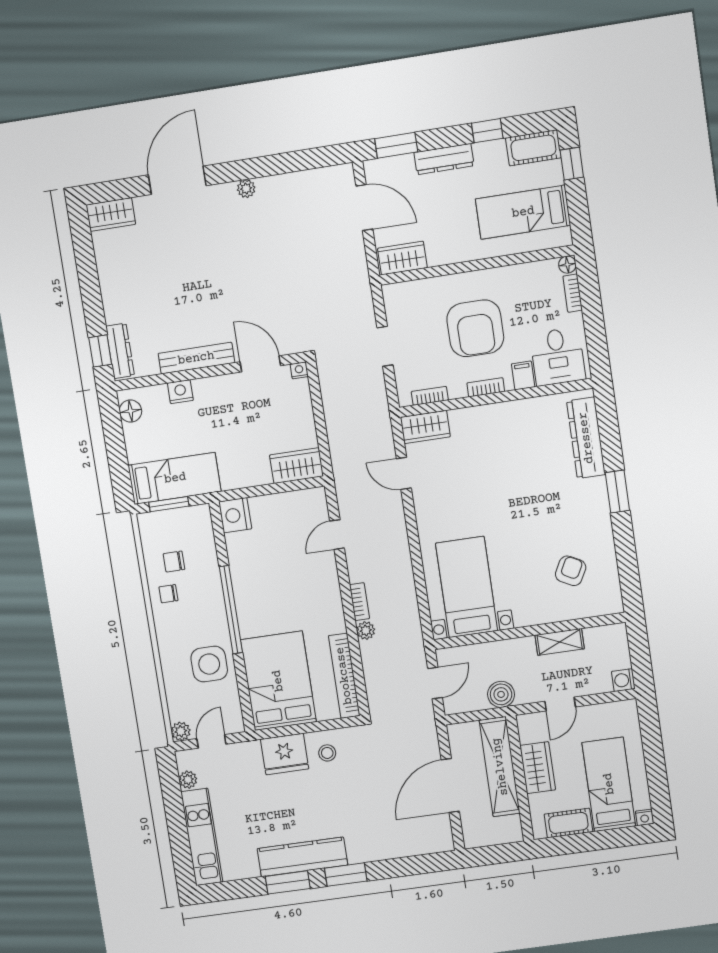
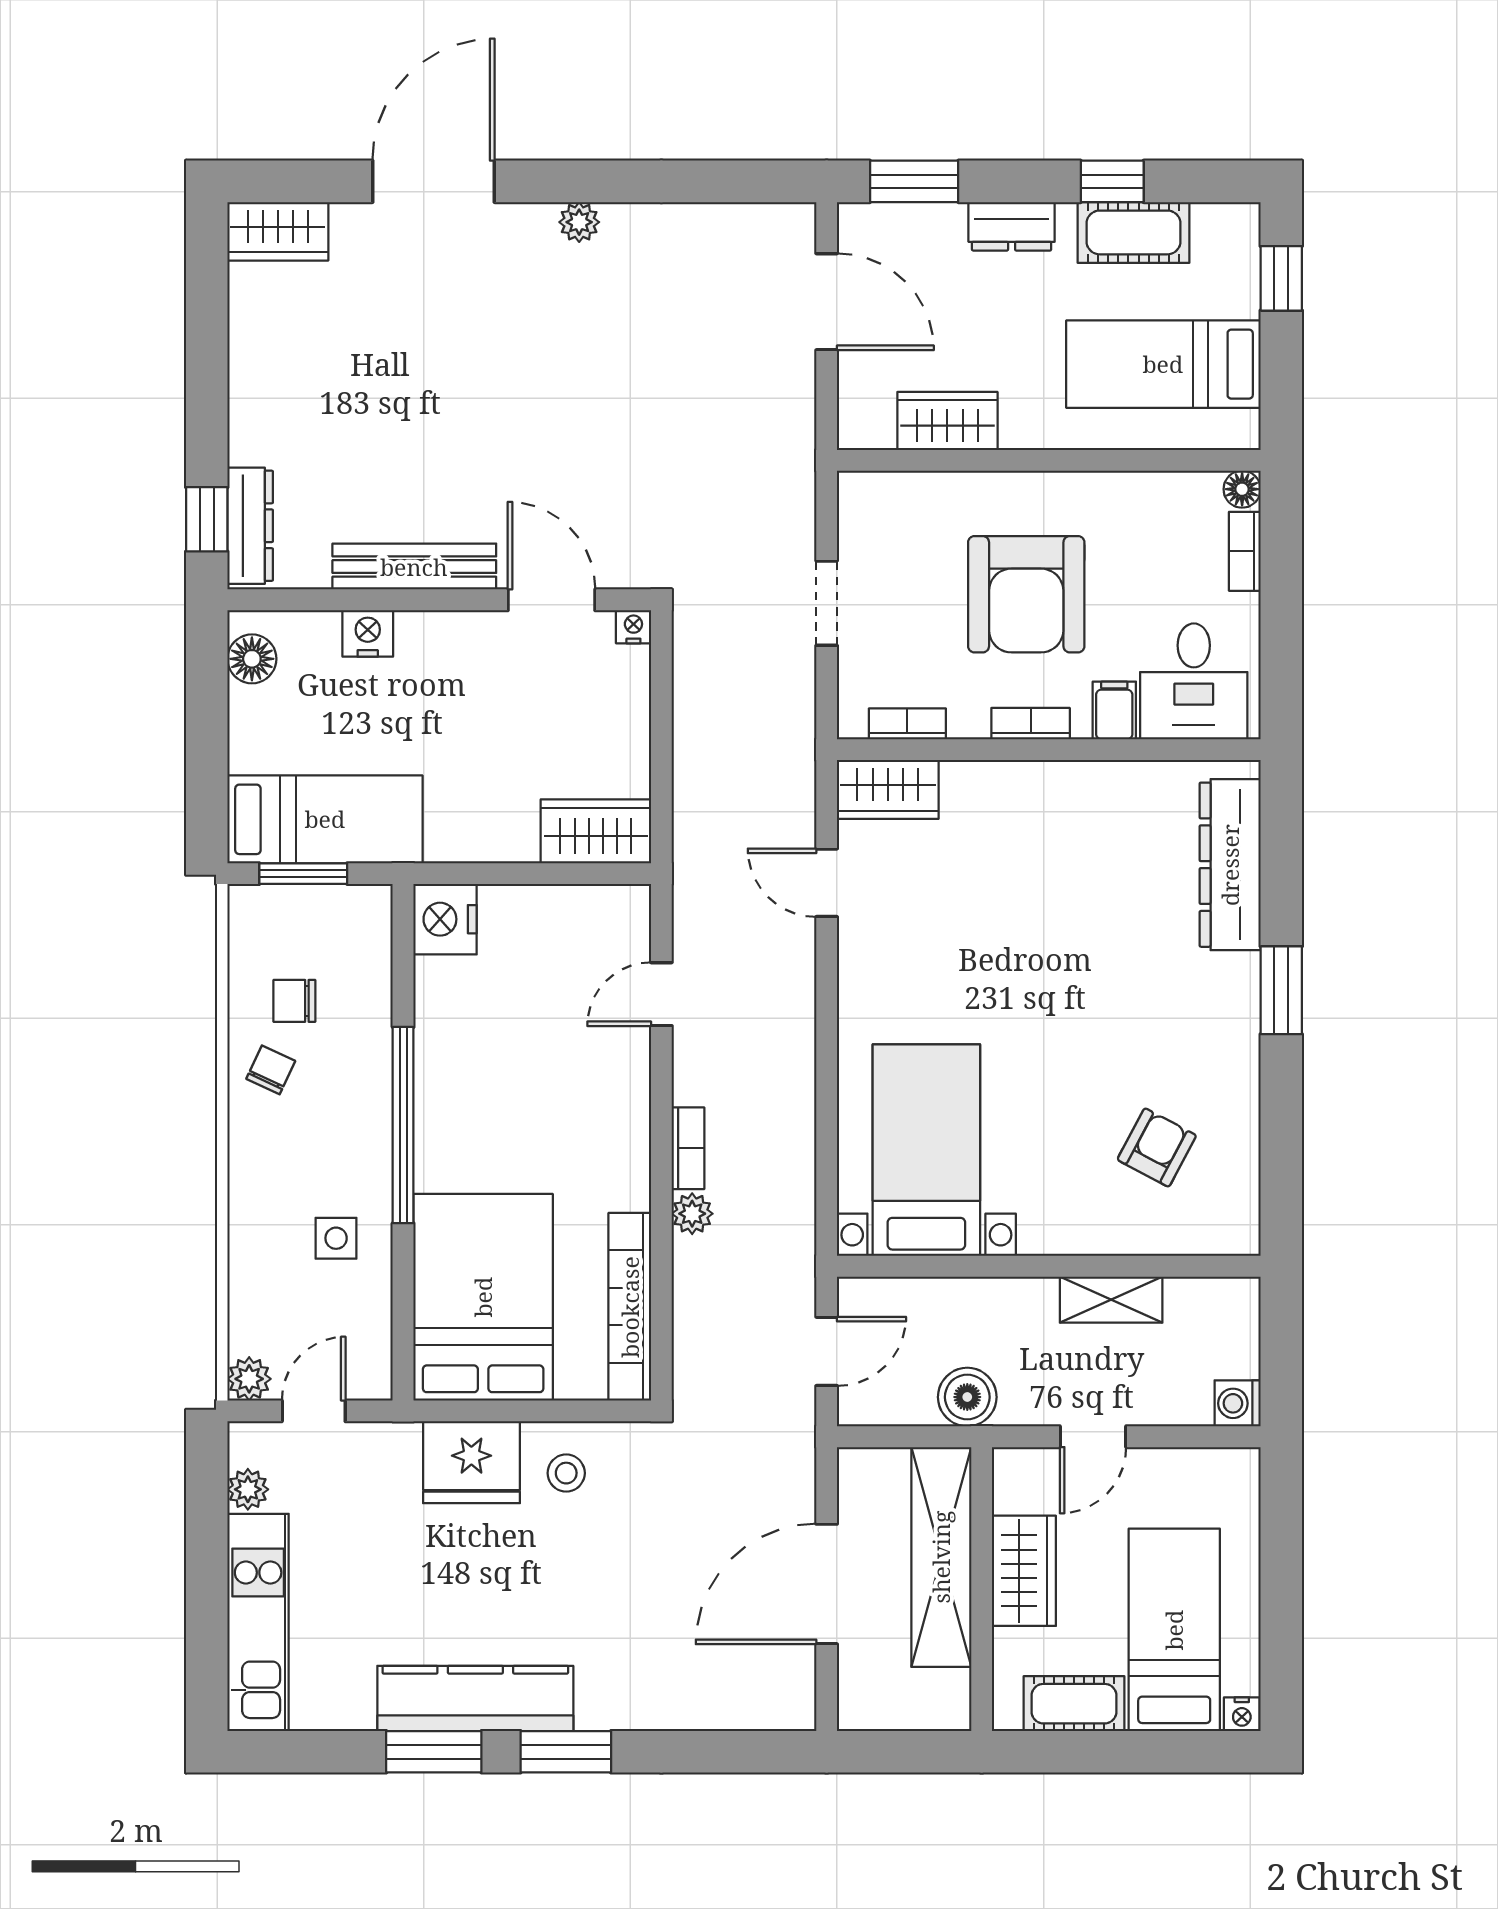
cot: (533, 148) -> (1134, 232), moved
dresser: (444, 159) -> (1012, 226), width x0.70
wardrobe: (402, 258) -> (947, 421), moved
chair: (168, 594) -> (271, 1070), turned 115
side table: (209, 664) -> (336, 1238), width x0.54, depth x0.54

